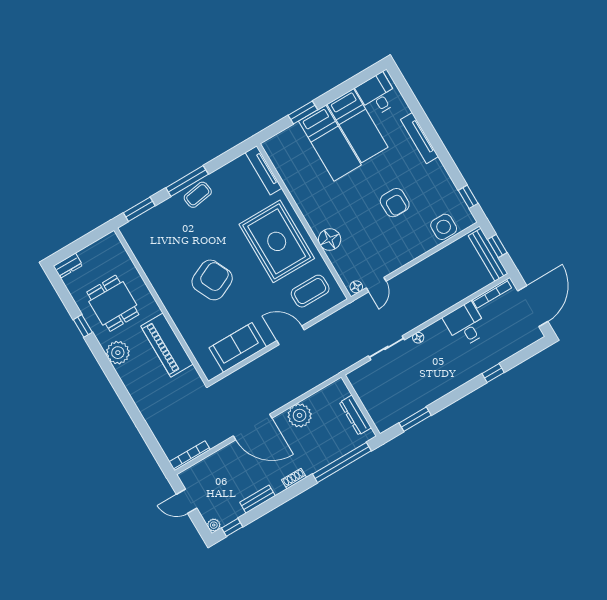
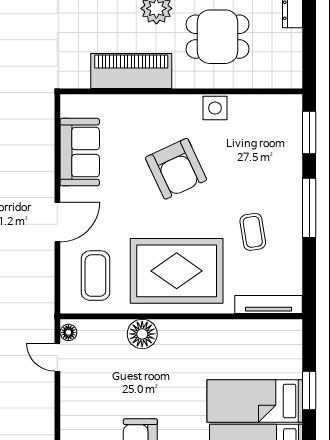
coffee table: (198, 195) -> (253, 232), moved
side table: (159, 278) -> (215, 108), added

